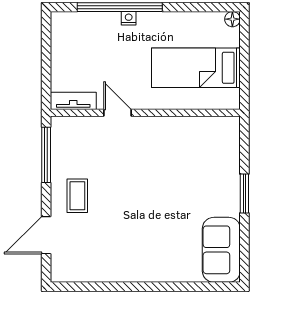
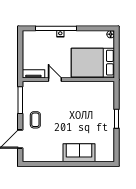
bed: (196, 68) -> (93, 63), width x1.50
sofa: (221, 250) -> (79, 153), moved, turned 90

